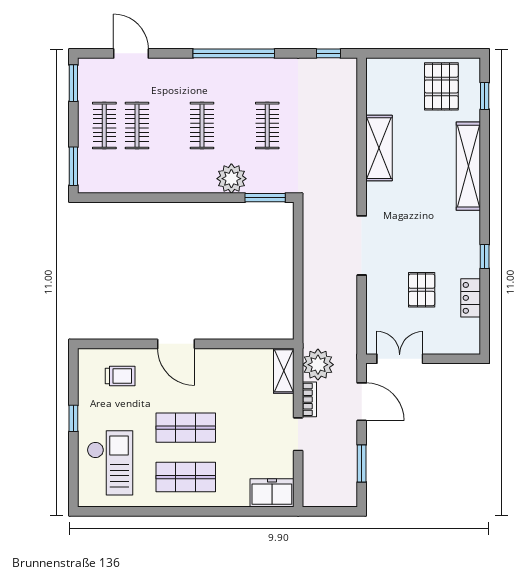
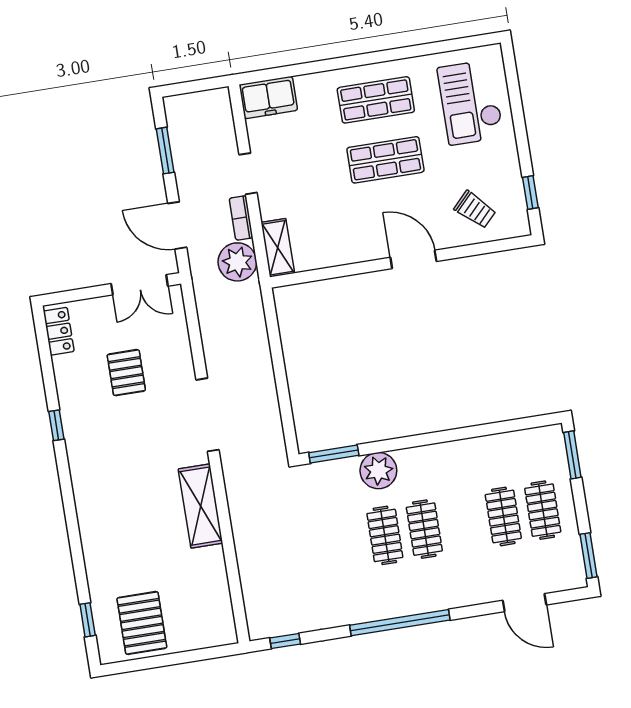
clothes rail: (267, 126) -> (385, 535), moved
shelving: (379, 148) -> (201, 506), moved
shelving: (468, 166) -> (94, 532), removed
locker: (471, 298) -> (59, 331), moved
trolley: (120, 376) -> (475, 210), turned -136
window: (73, 418) -> (530, 193), moved

